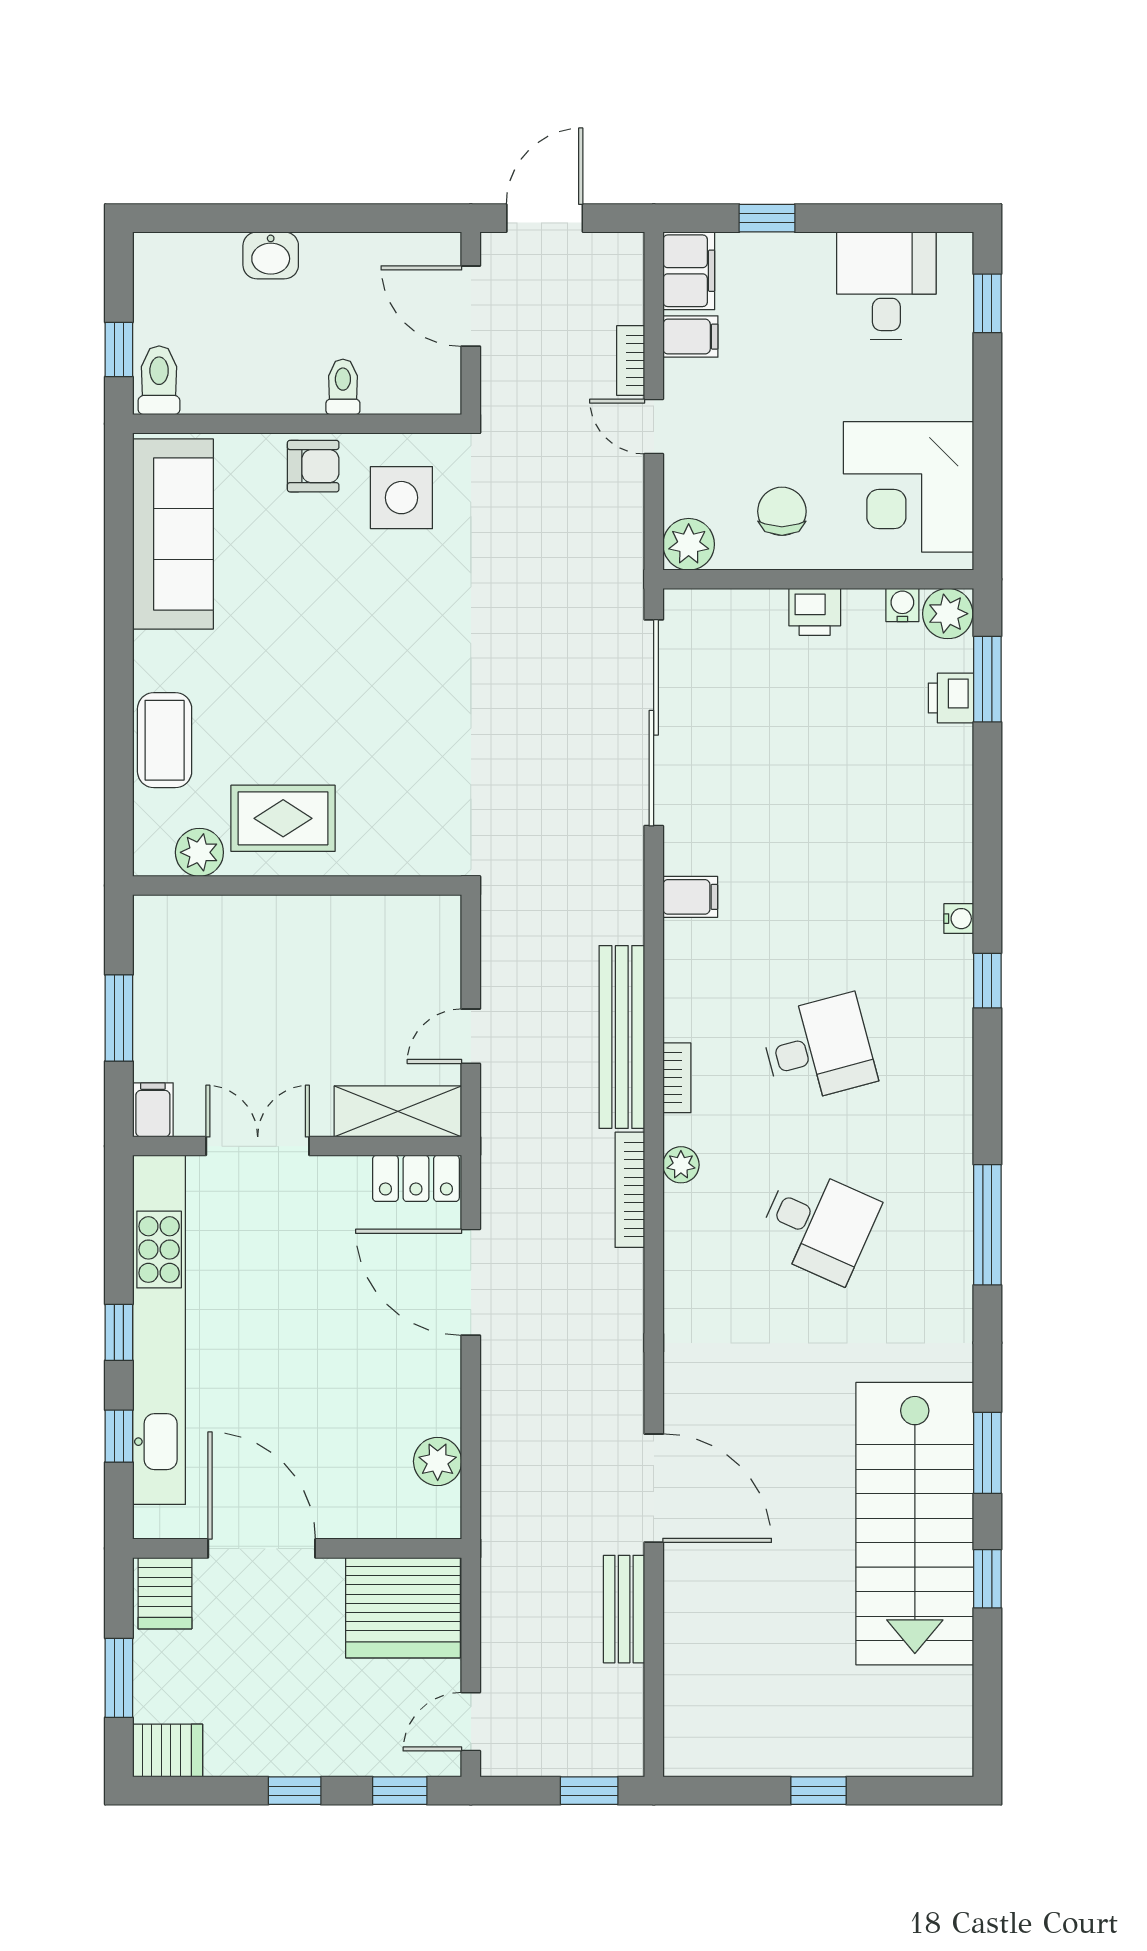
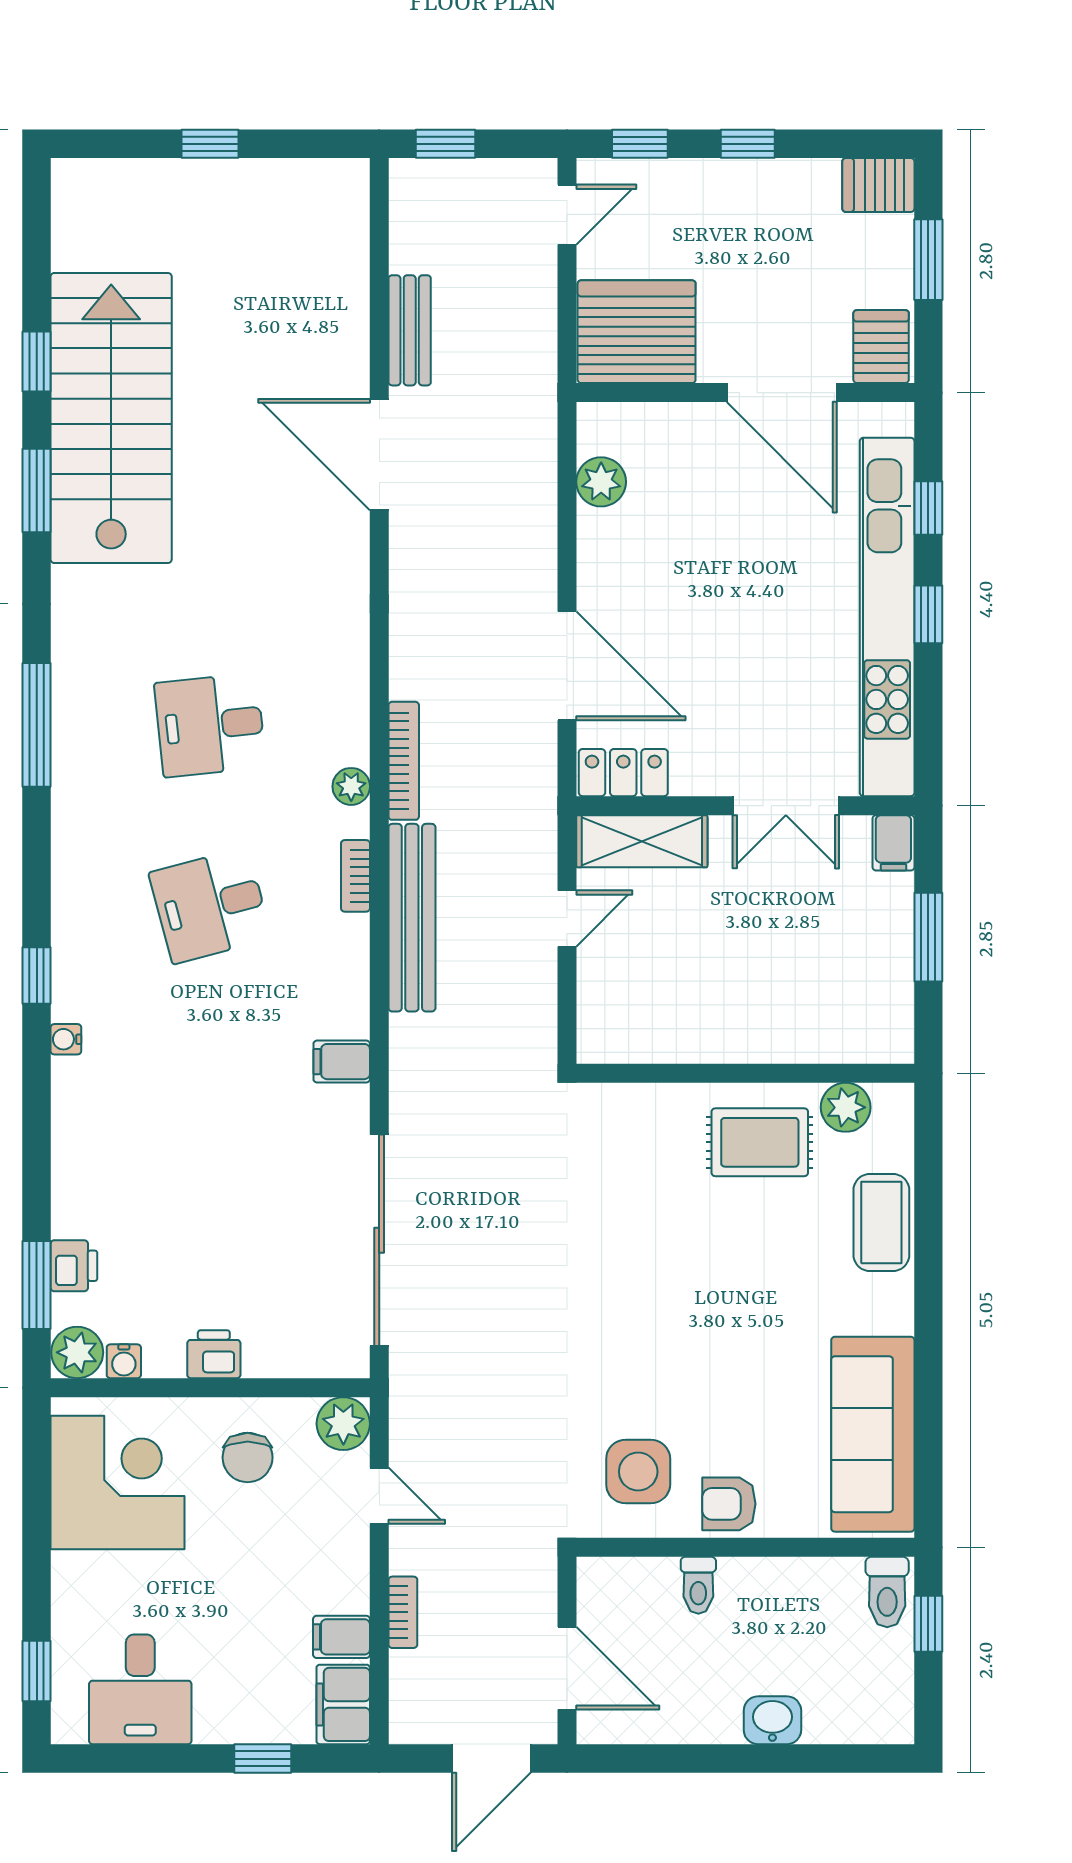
door: (654, 427) -> (379, 1496), moved
desk: (818, 1225) -> (210, 725), turned -30

